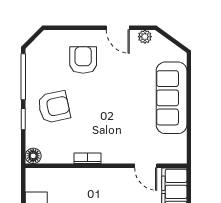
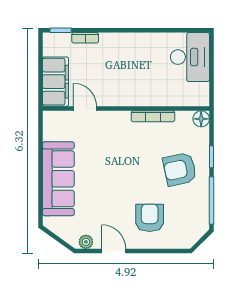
armchair: (83, 60) -> (150, 218), turned 180
bookcase: (87, 158) -> (153, 116), width x1.56

